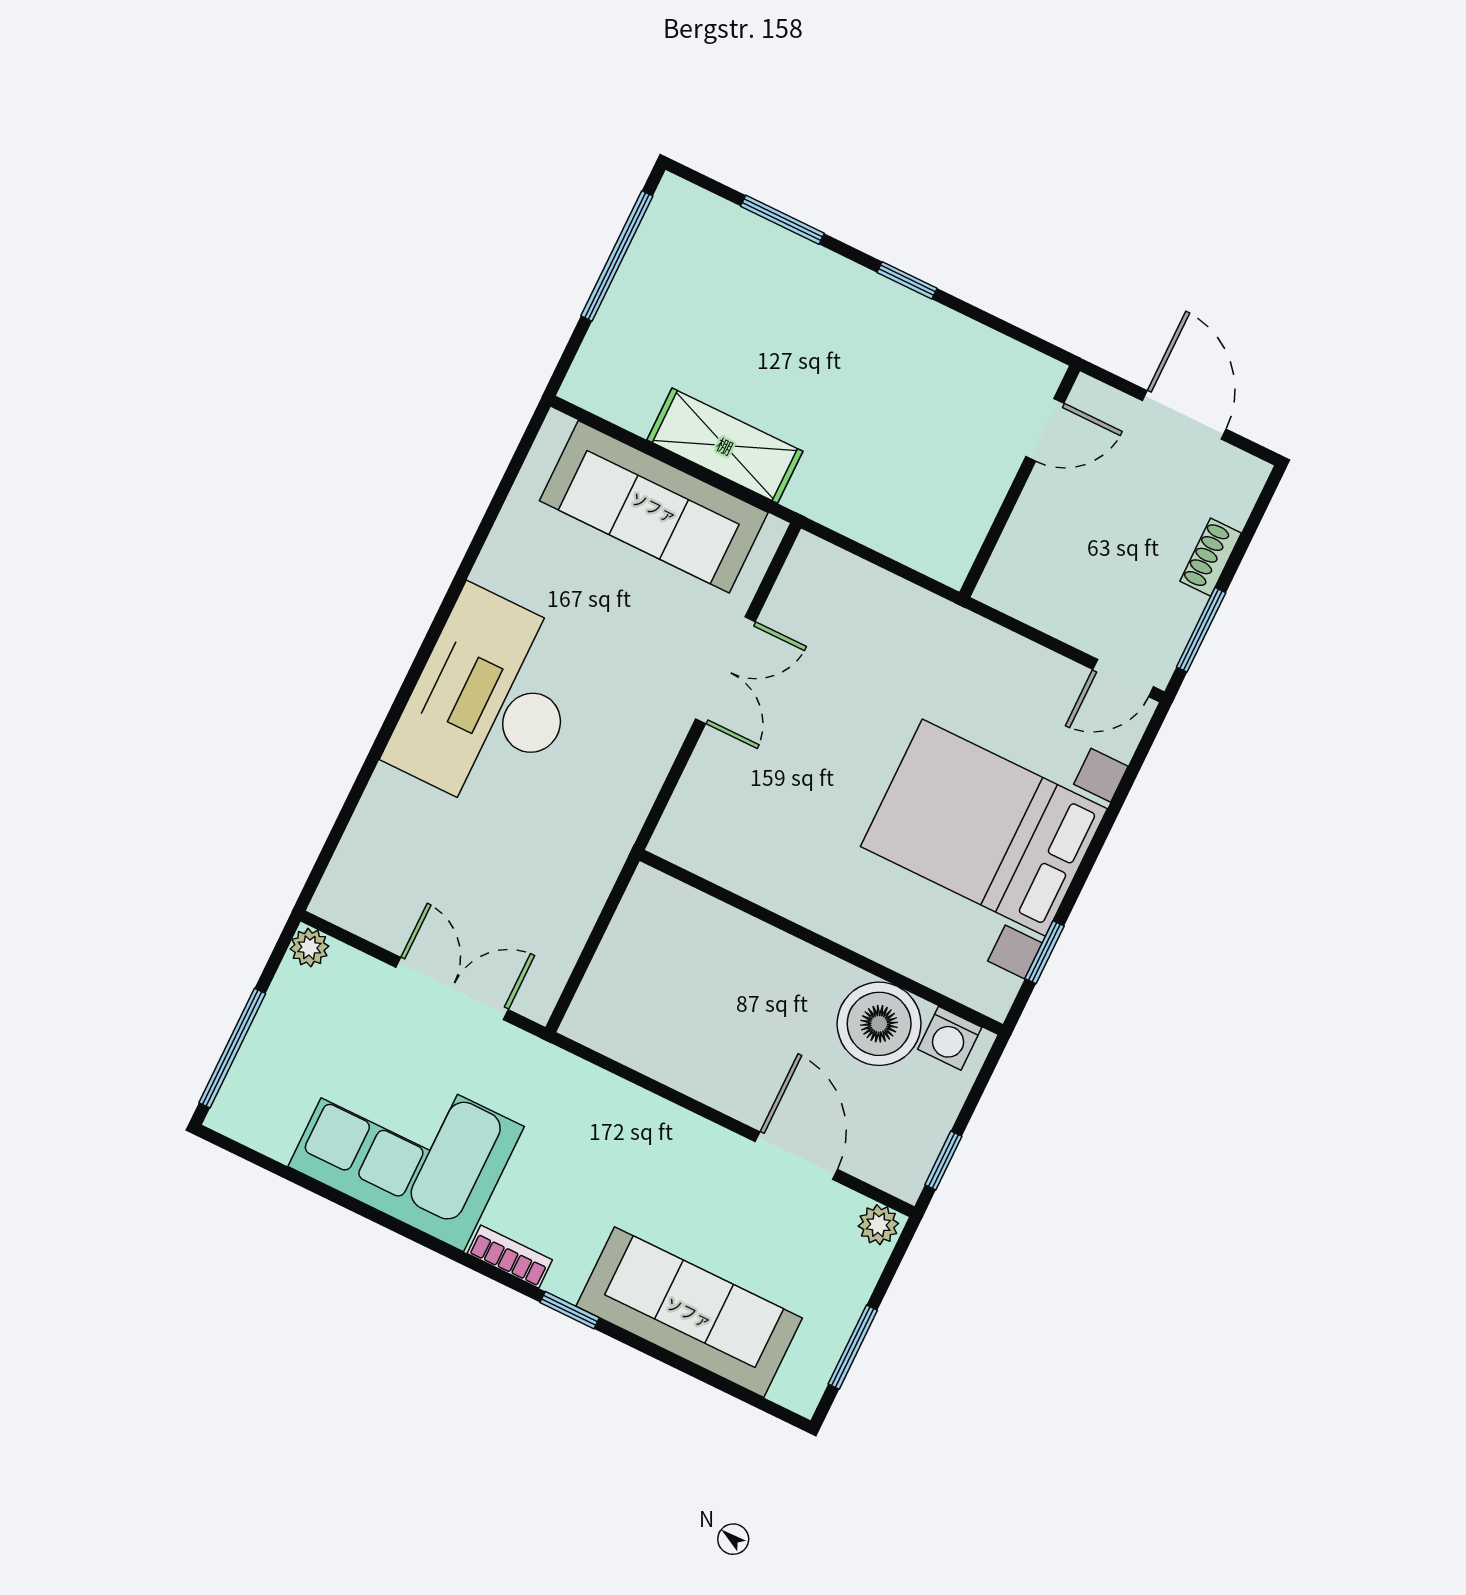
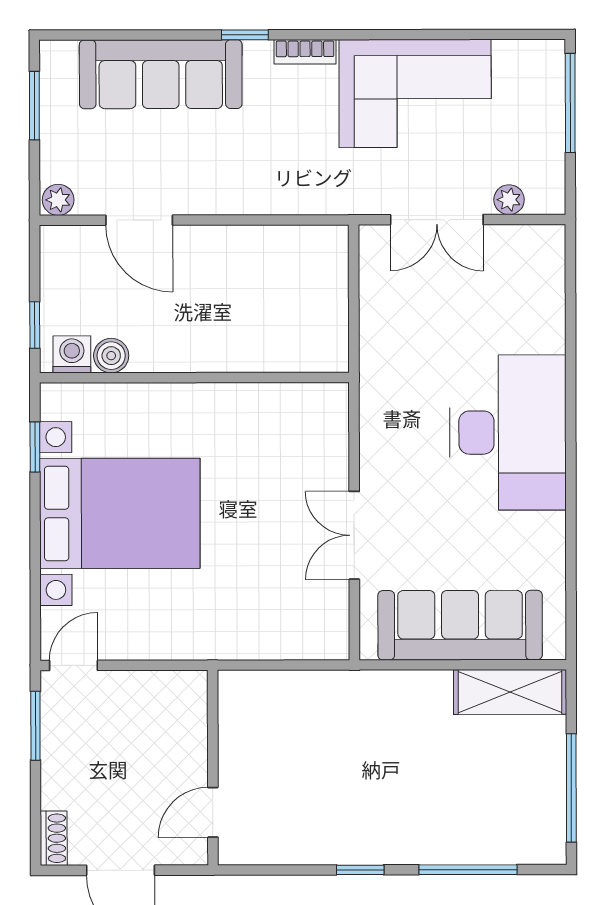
window: (782, 220) -> (468, 870), width x1.44
shelving: (725, 446) -> (510, 692), moved
shoe rack: (1211, 557) -> (54, 838), moved
plant: (309, 948) -> (509, 200), moved
boiler: (879, 1024) -> (111, 356), width x0.54, depth x0.54
window: (943, 1161) -> (35, 325), moved

